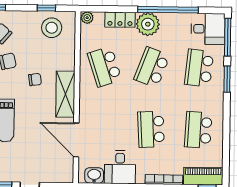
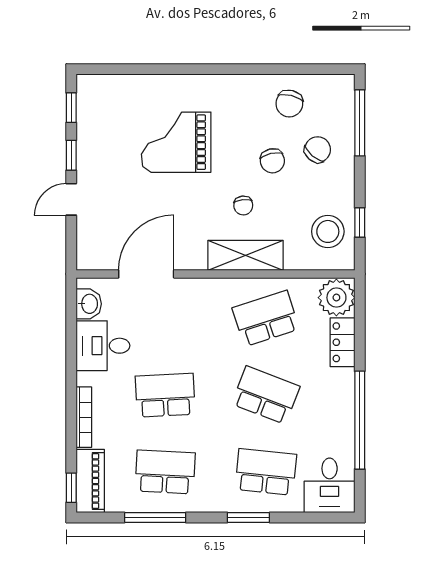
plant: (87, 18) -> (336, 298), width x1.87, depth x1.87
plant: (148, 24) -> (336, 388), removed
window: (228, 37) -> (155, 518), moved
shelving: (65, 94) -> (245, 255), moved

